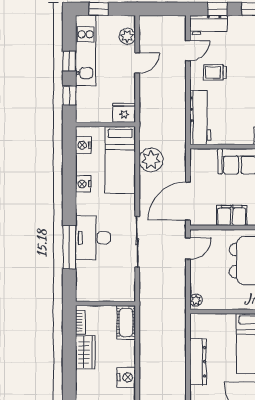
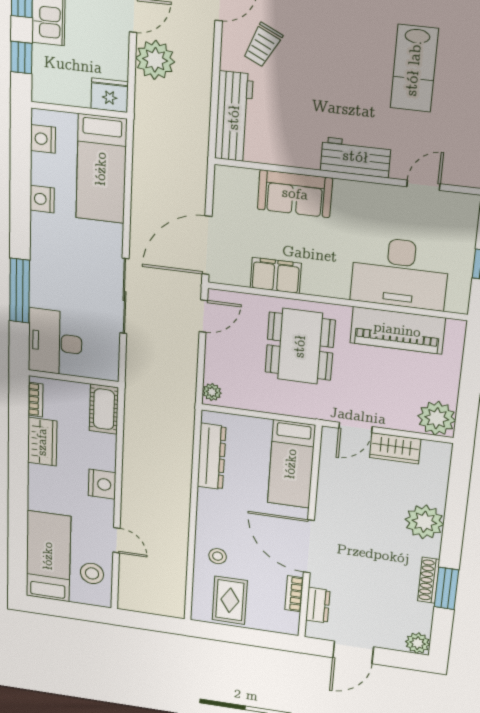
trolley: (215, 72) -> (263, 45), turned -64
plant: (151, 160) -> (155, 60), moved
desk: (93, 238) -> (55, 342), moved
dresser: (198, 362) -> (212, 457), moved

